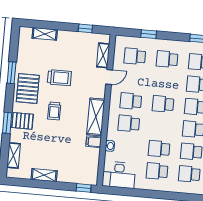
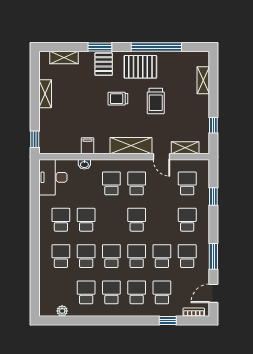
window: (12, 73) -> (156, 47), width x2.11
shelving: (96, 117) -> (131, 146), moved

